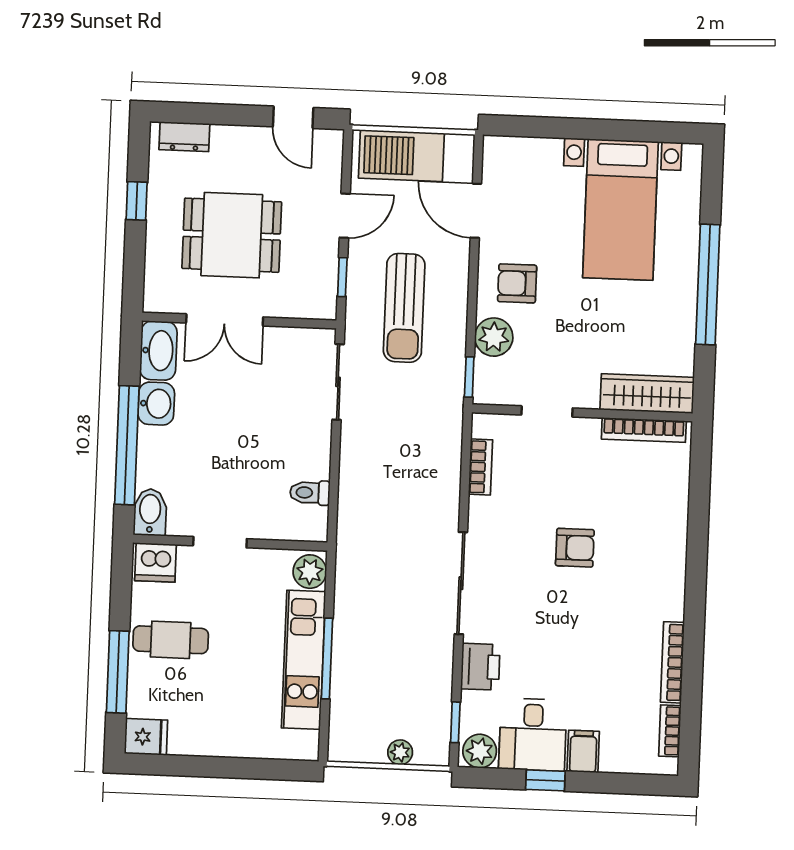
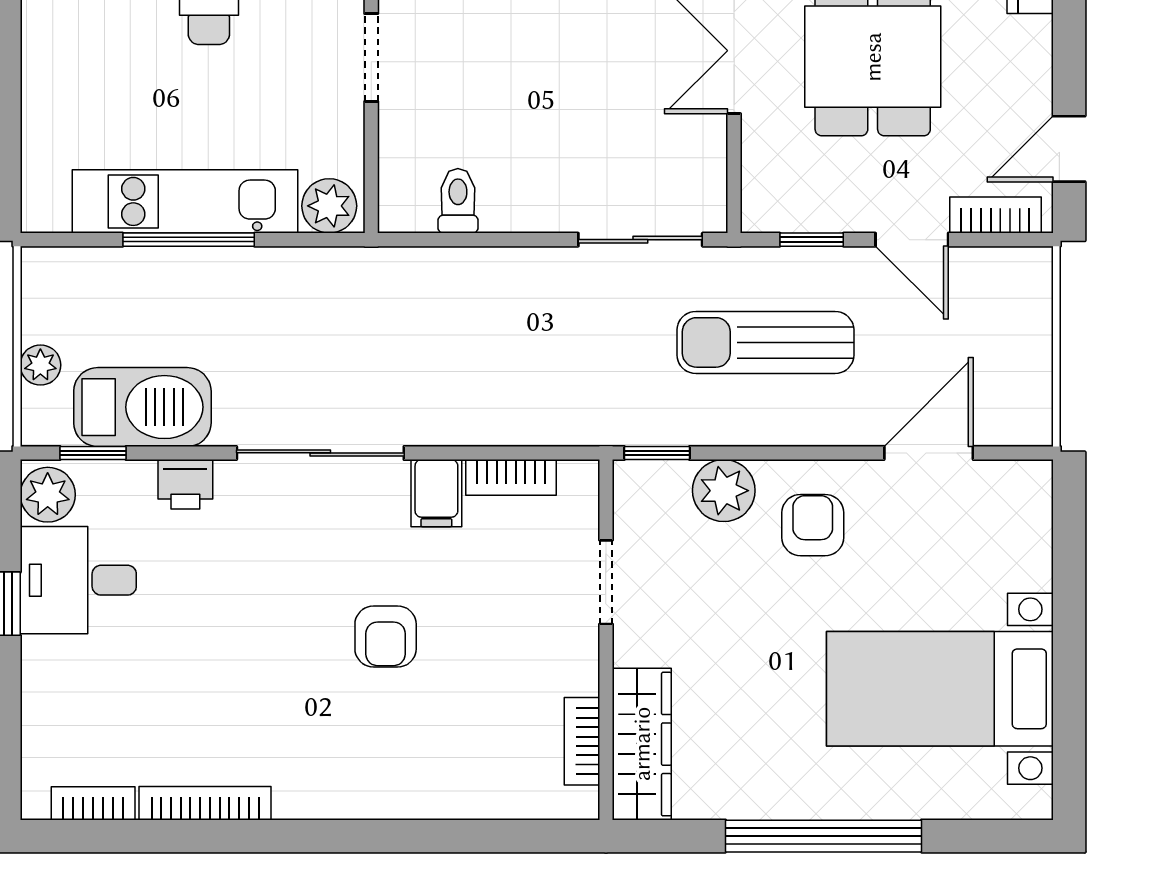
barbecue: (401, 156) -> (142, 407), moved, turned 90
bookcase: (332, 164) -> (995, 215), added
bookcase: (644, 430) -> (582, 741), width x0.64
printer: (480, 667) -> (185, 484), width x0.73, depth x0.81
filing cabinet: (583, 751) -> (436, 493), moved, turned 90

